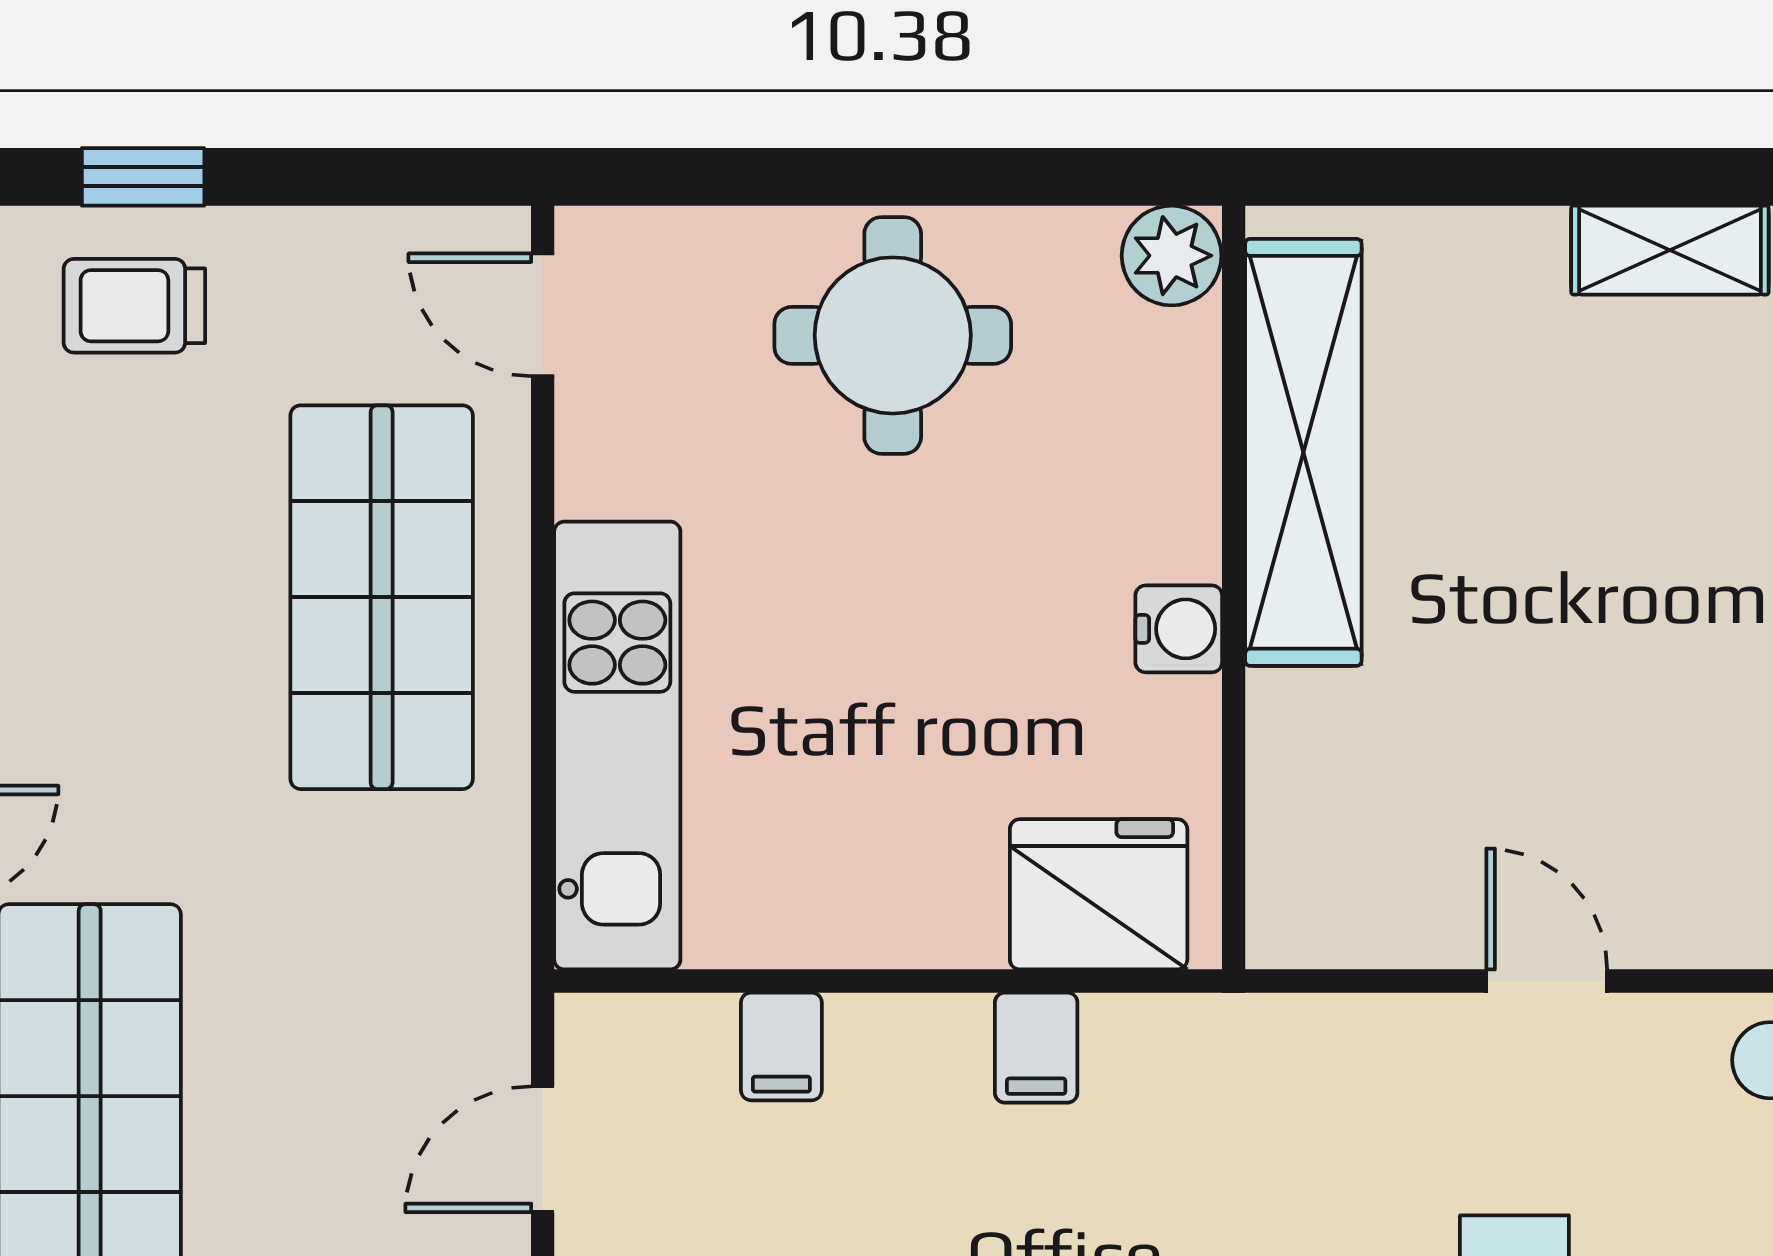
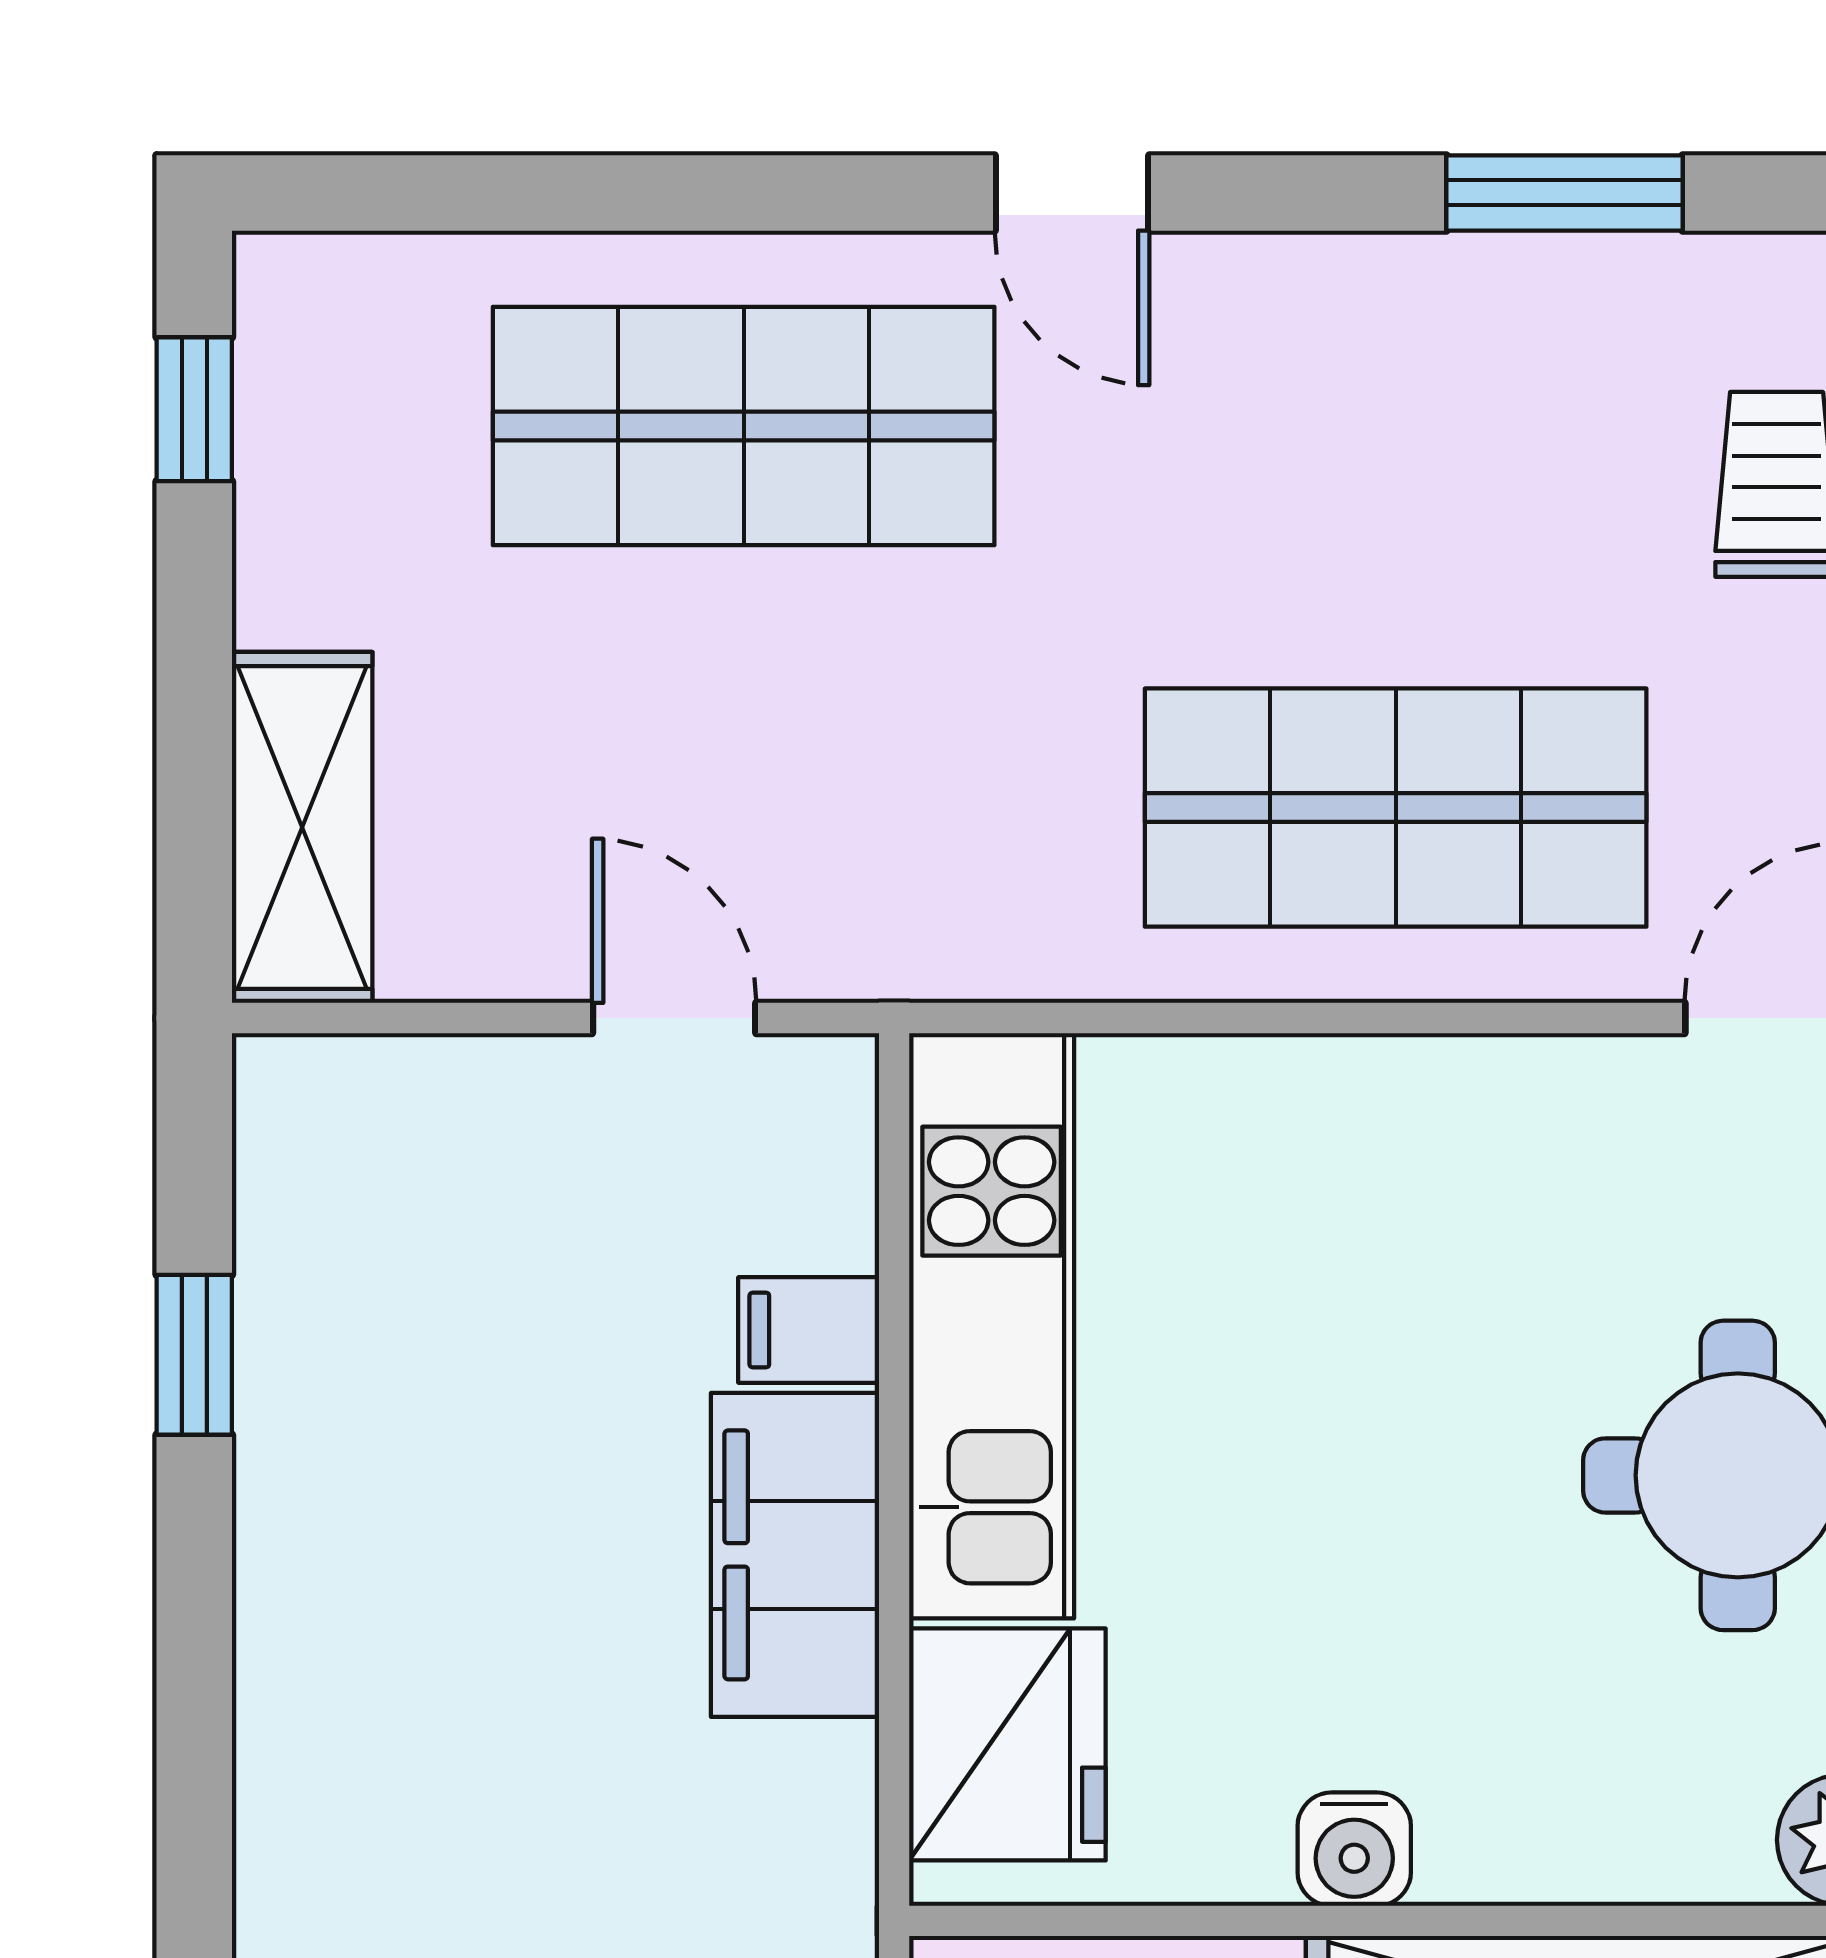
kitchen unit: (617, 746) -> (992, 1326), moved, turned -90
filing cabinet: (1036, 1048) -> (795, 1555), width x3.00, depth x1.17

